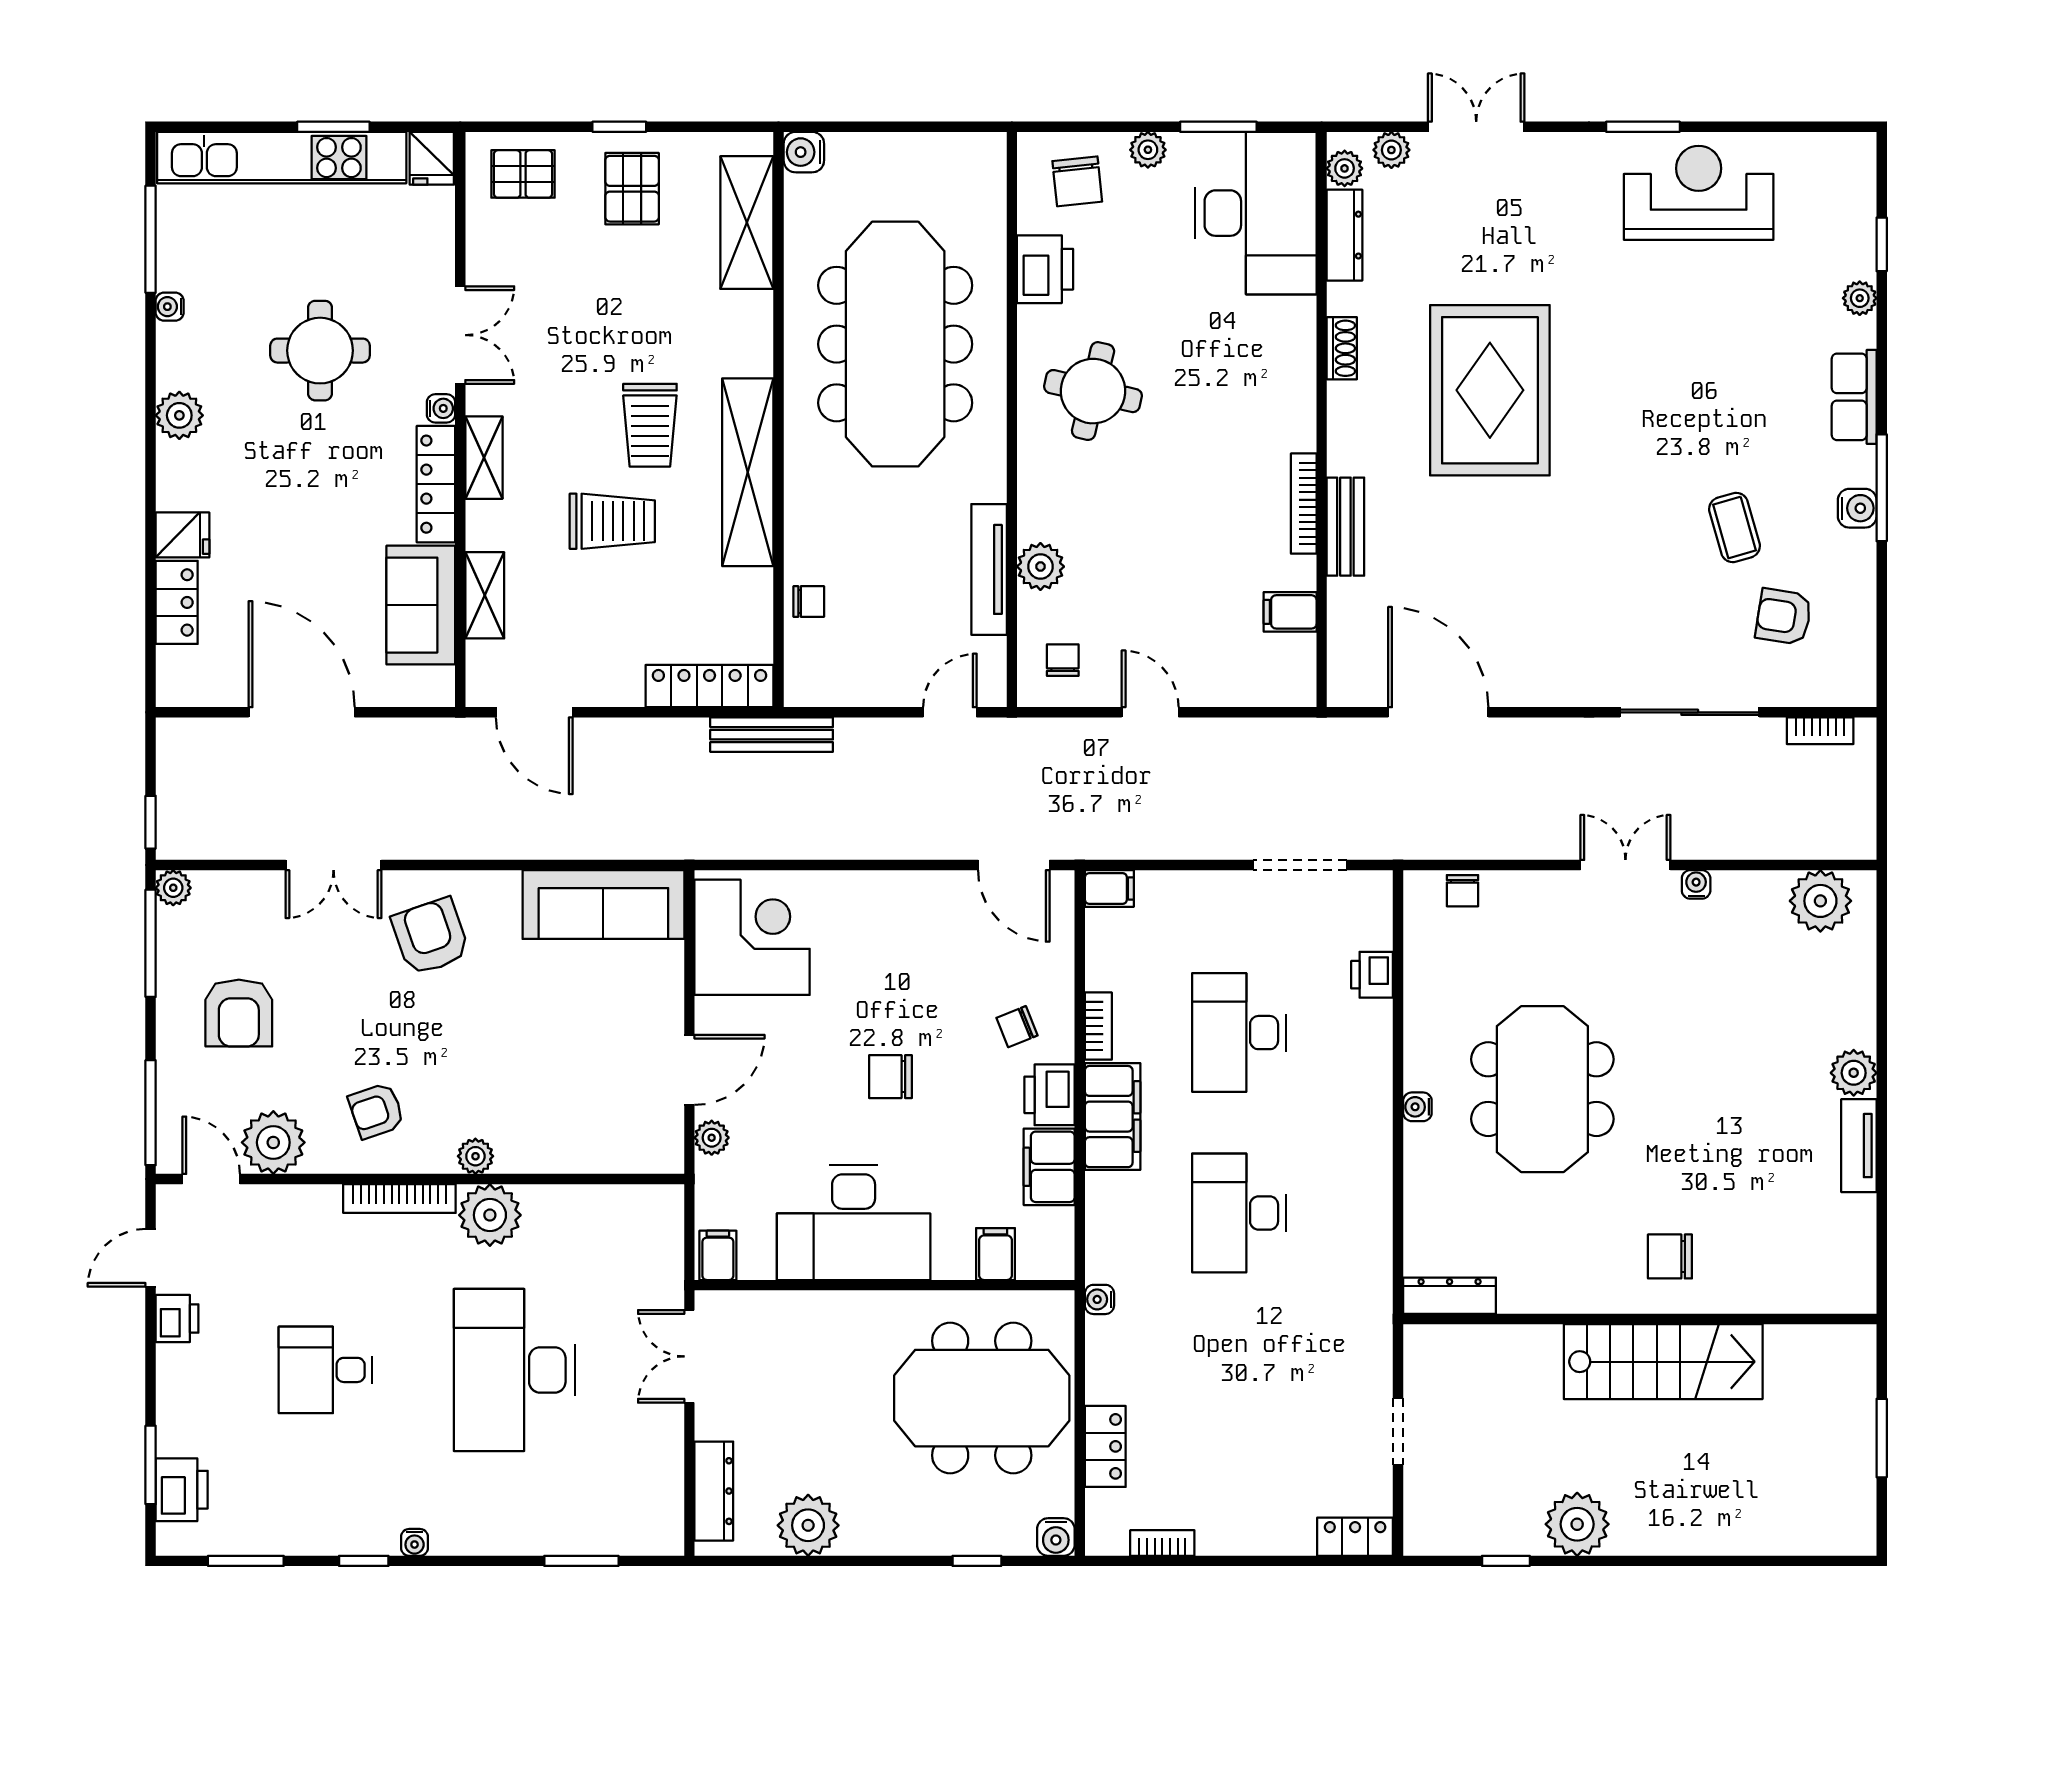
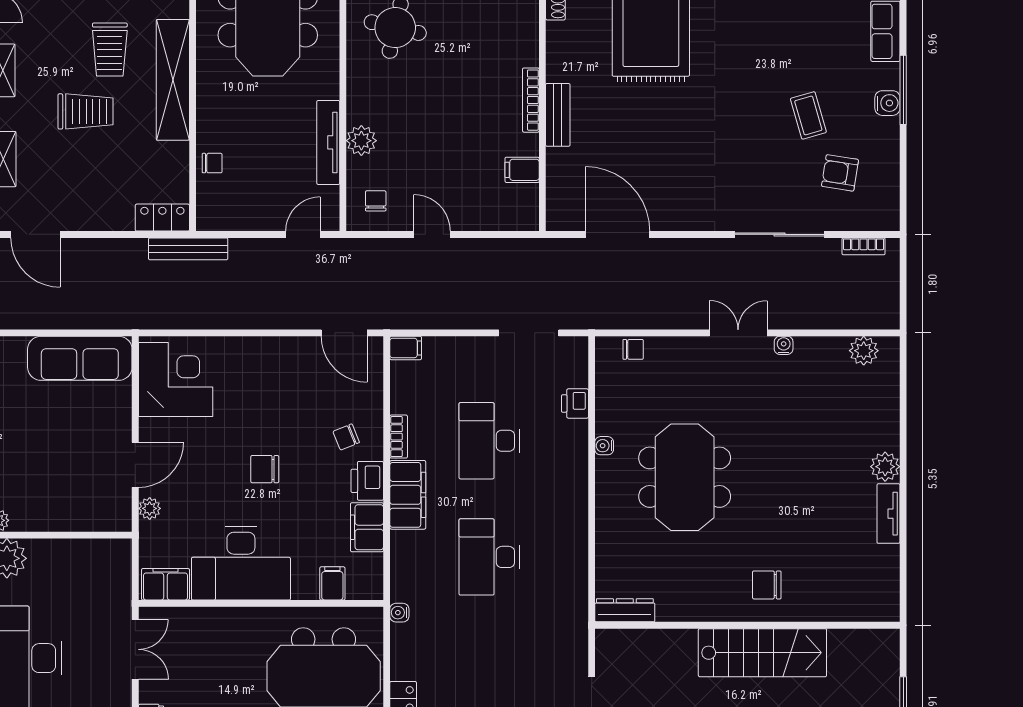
locker: (710, 686) -> (162, 218), width x0.66
chair: (1462, 891) -> (633, 349), turned -90
plant: (1820, 901) -> (864, 351), width x0.73, depth x0.73
water cooler: (1417, 1107) -> (604, 446), moved
filing cabinet: (718, 1255) -> (166, 584), width x2.00
double door: (689, 1356) -> (135, 649), swing flipped

